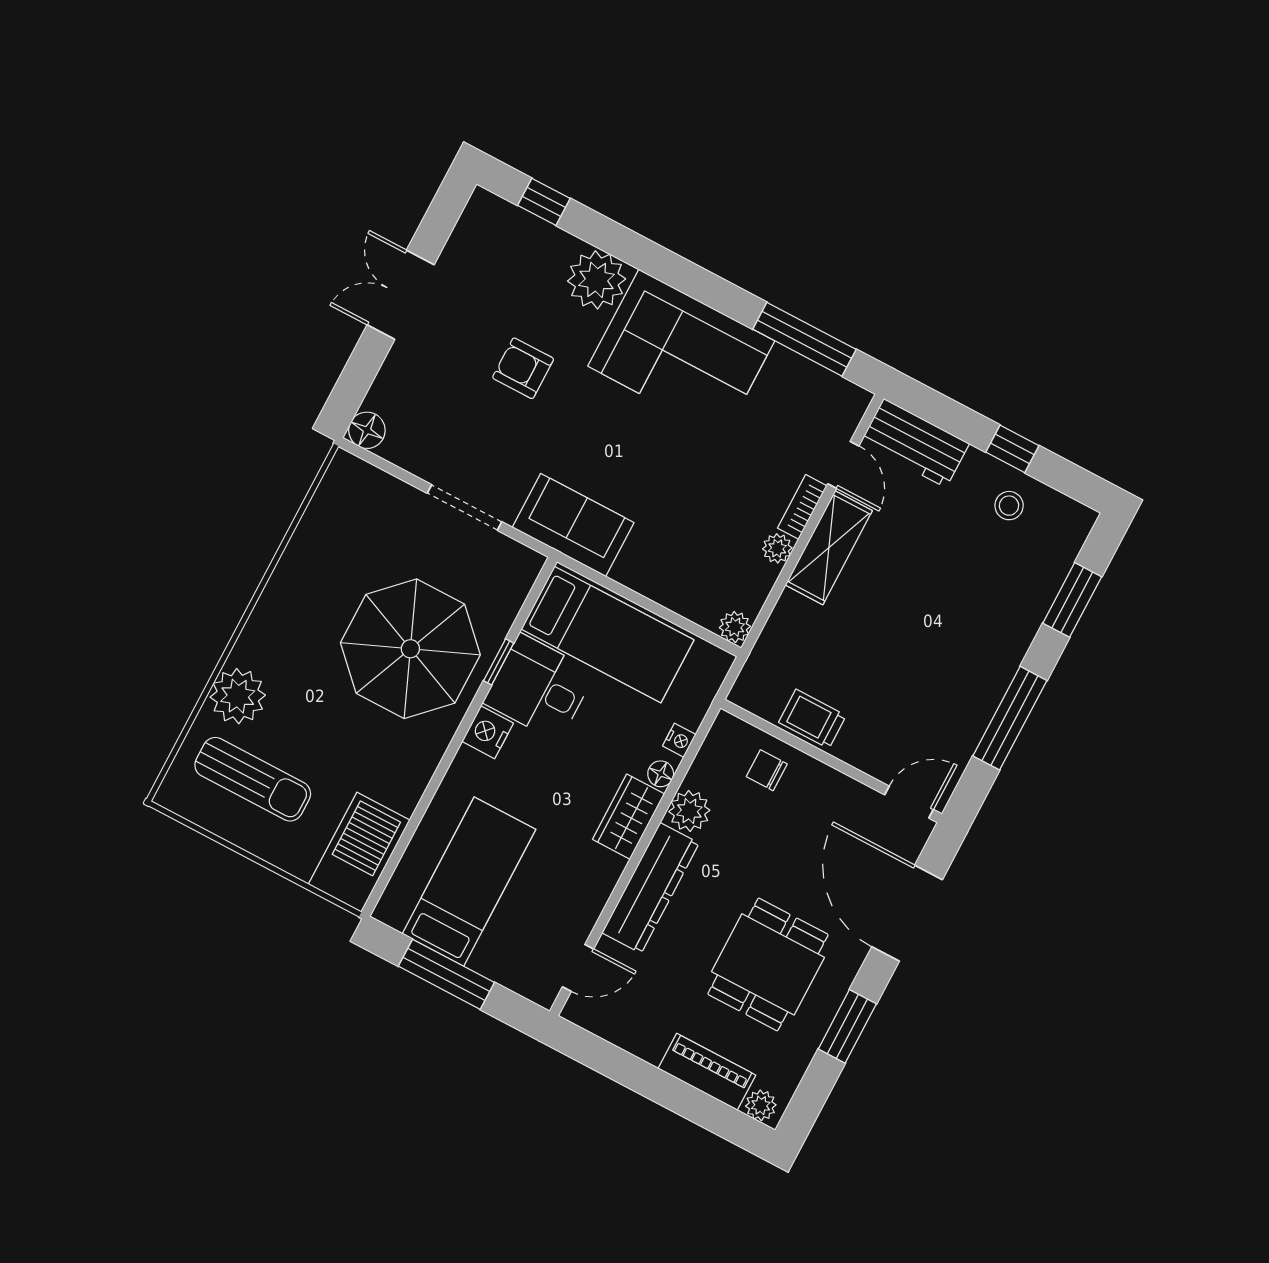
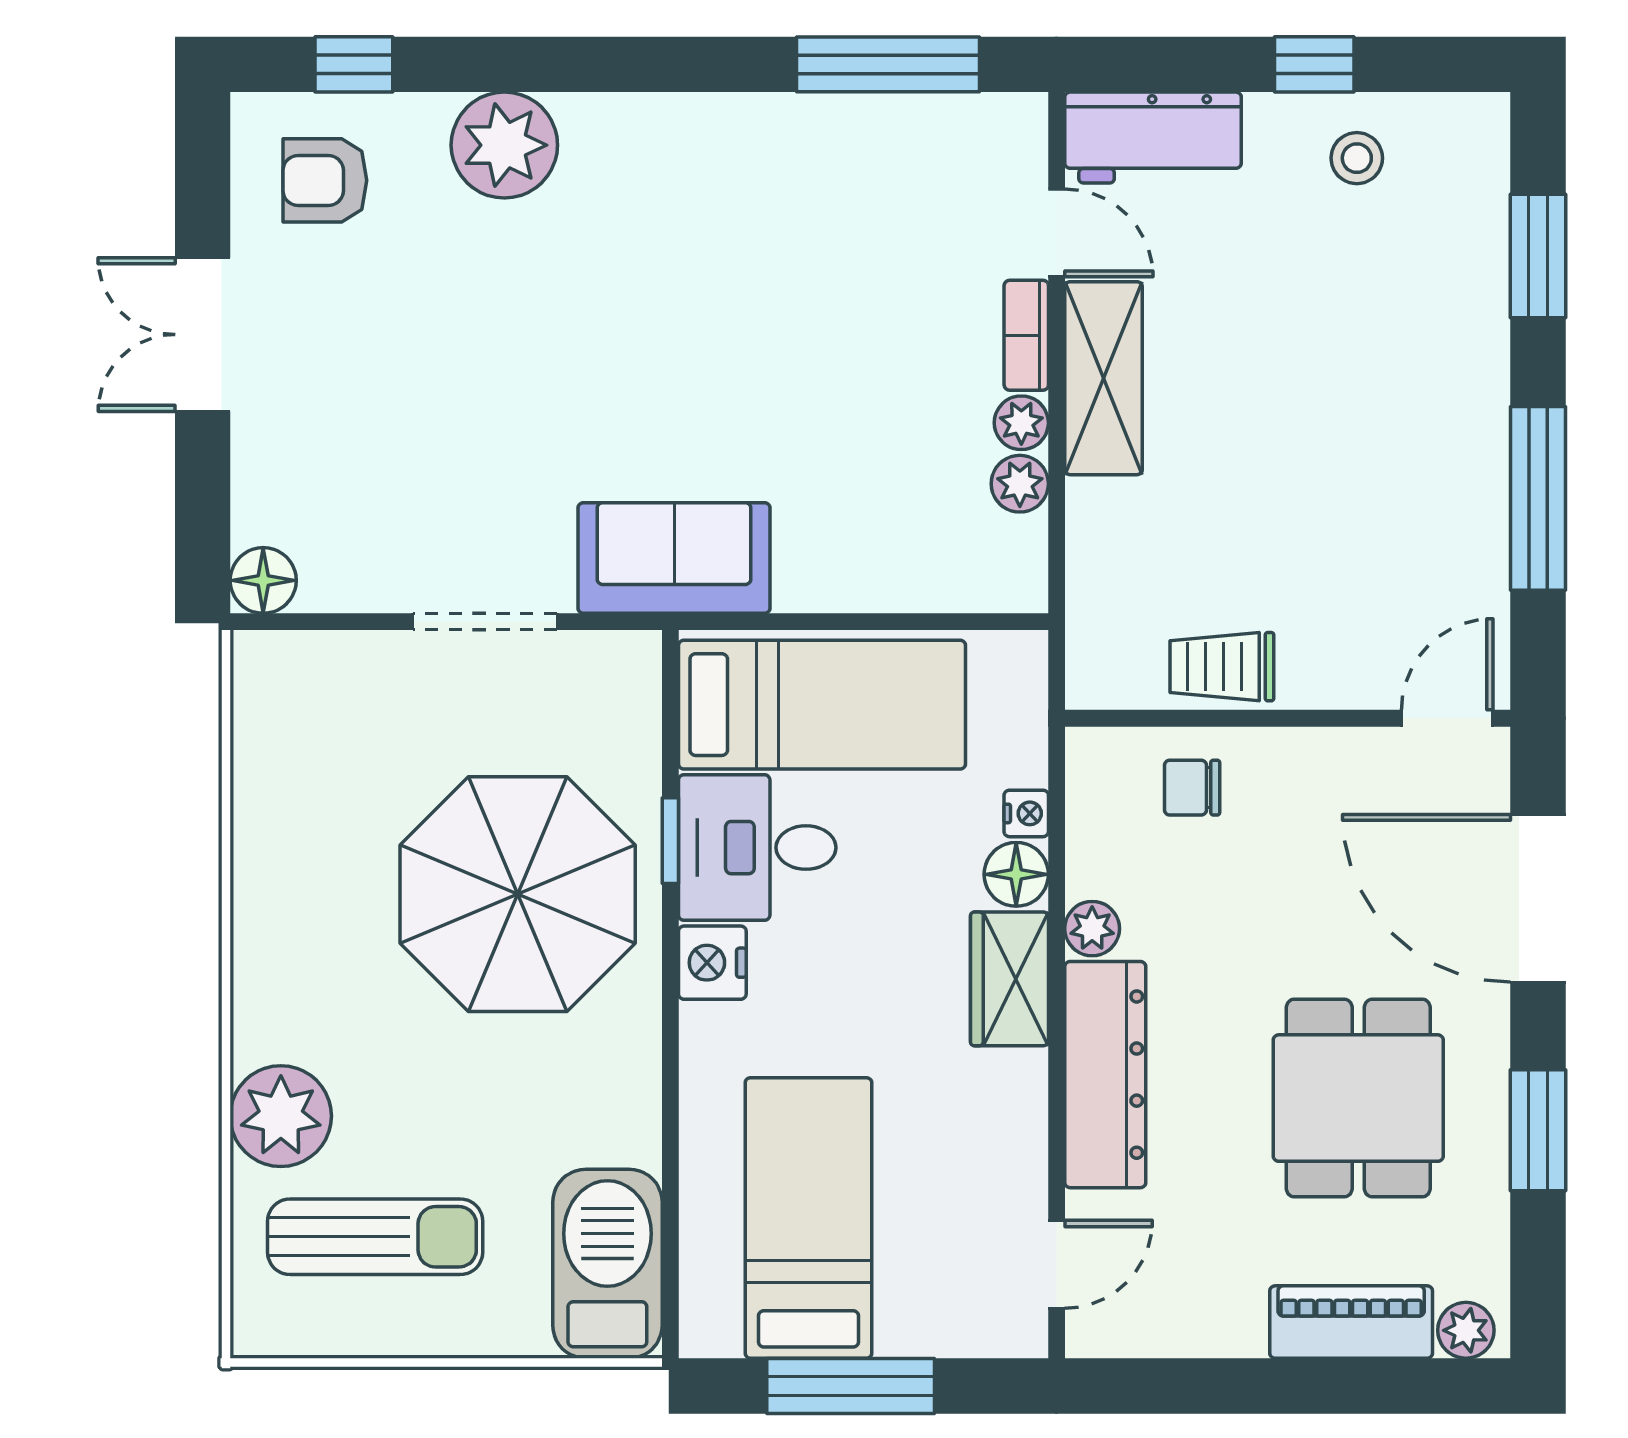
corner sofa: (681, 354) -> (702, 192), removed
armchair: (523, 368) -> (325, 180), moved
plant: (735, 627) -> (1020, 484), moved
floor lamp: (661, 774) -> (1016, 874), width x1.37, depth x1.37
plant: (689, 811) -> (1092, 929), width x0.73, depth x0.73

